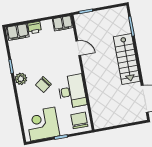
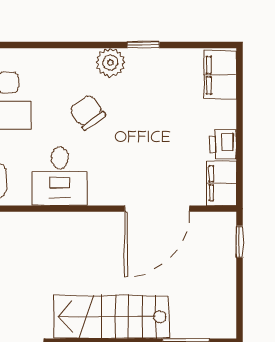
printer: (35, 28) -> (223, 144), moved
door: (78, 48) -> (157, 209), width x1.87
desk: (72, 91) -> (60, 176), width x0.73

